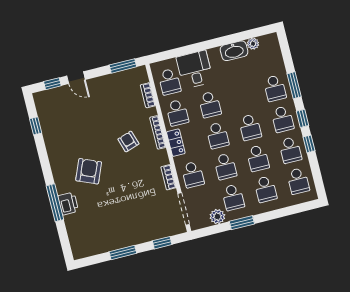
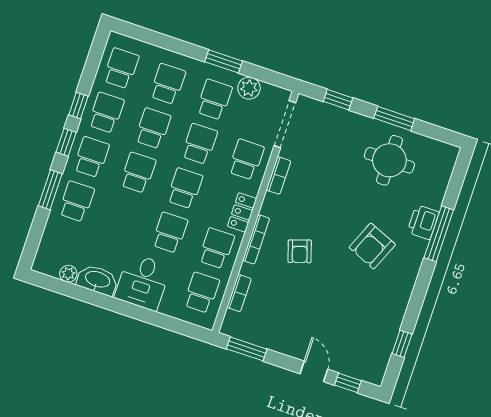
desk: (195, 69) -> (143, 282), moved
round table: (110, 227) -> (389, 160), added

